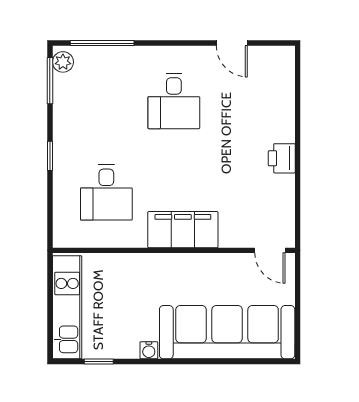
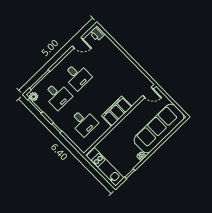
desk: (106, 101) -> (58, 96), added
printer: (282, 158) -> (97, 33), moved

